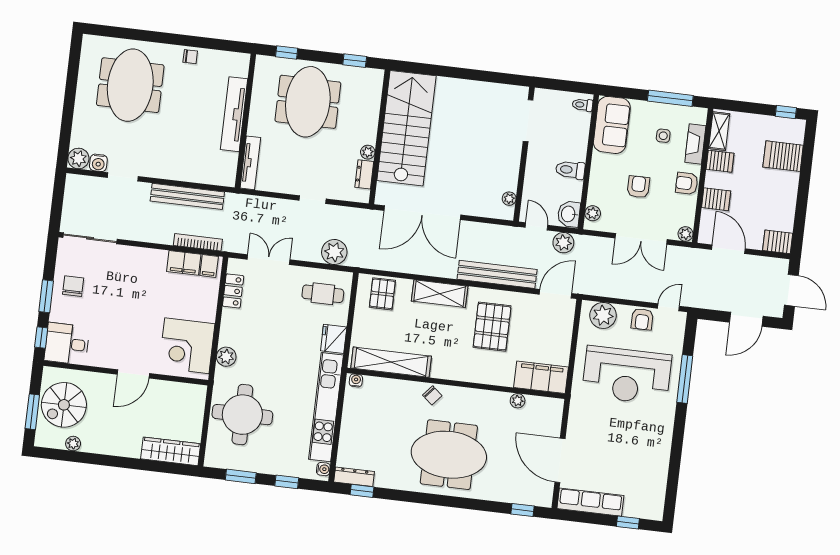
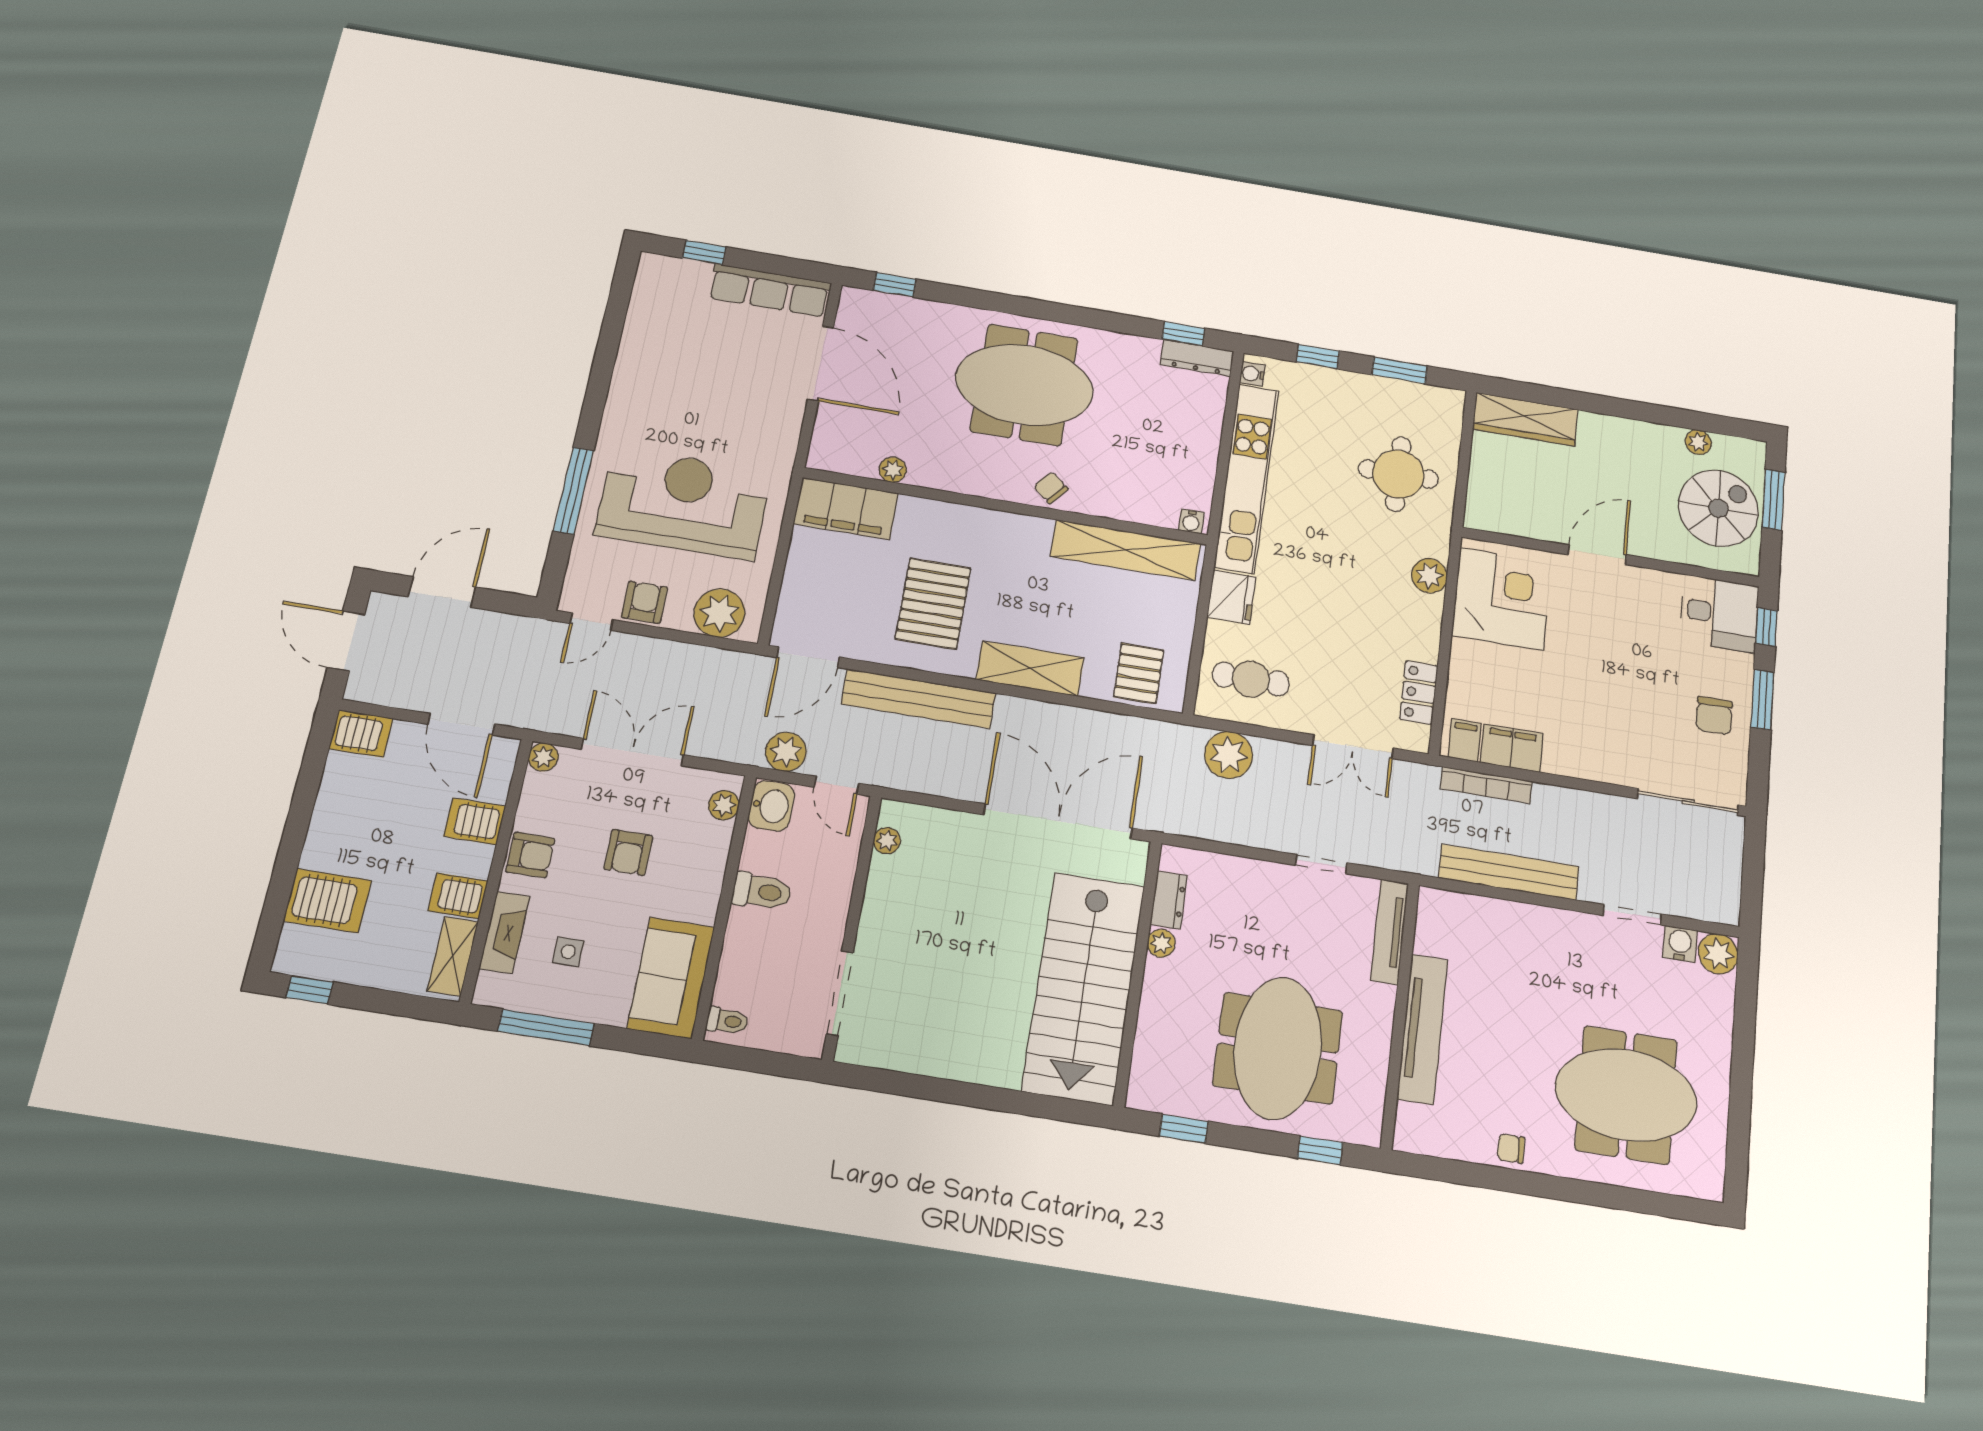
meeting table: (130, 85) -> (1626, 1095), turned 90
doorway: (313, 200) -> (1321, 864), moved
round table: (242, 415) -> (1398, 474), width x0.73, depth x0.73

